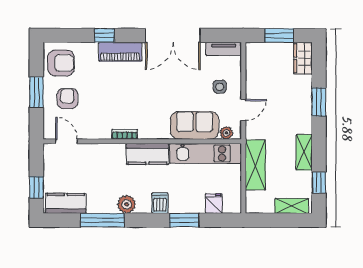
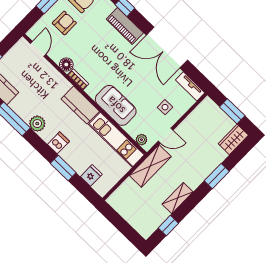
sofa: (195, 125) -> (116, 105), moved
floor lamp: (103, 131) -> (66, 65), added
shelving: (255, 165) -> (150, 166), moved
shelving: (292, 206) -> (138, 224), removed

